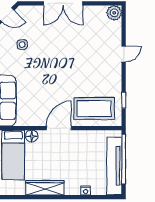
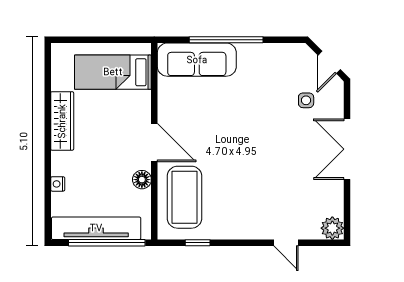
side table: (22, 45) -> (306, 100), moved
door: (124, 54) -> (286, 243), moved
floor lamp: (32, 136) -> (142, 180), moved

